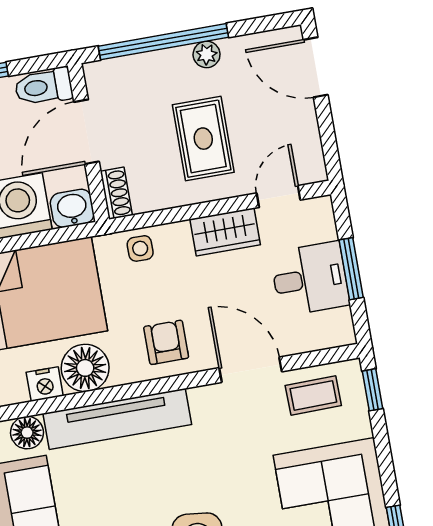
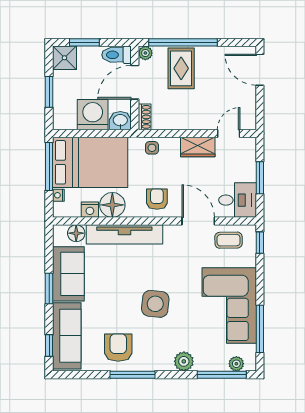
plant: (207, 54) -> (145, 53), moved
rug: (203, 139) -> (181, 68), moved
desk: (310, 279) -> (238, 200), moved

